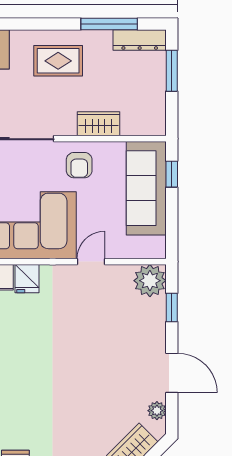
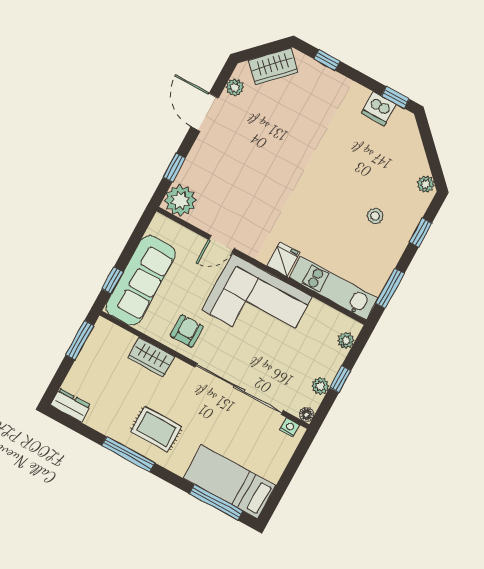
window: (109, 24) -> (128, 454), moved
dresser: (140, 40) -> (71, 405), width x0.70
window: (172, 71) -> (80, 340), moved

